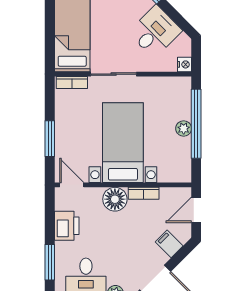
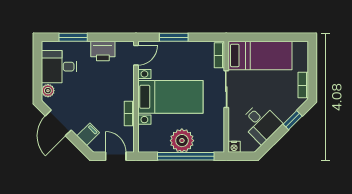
plant: (184, 128) -> (182, 141), width x1.87, depth x1.87
floor lamp: (115, 199) -> (124, 90), removed

